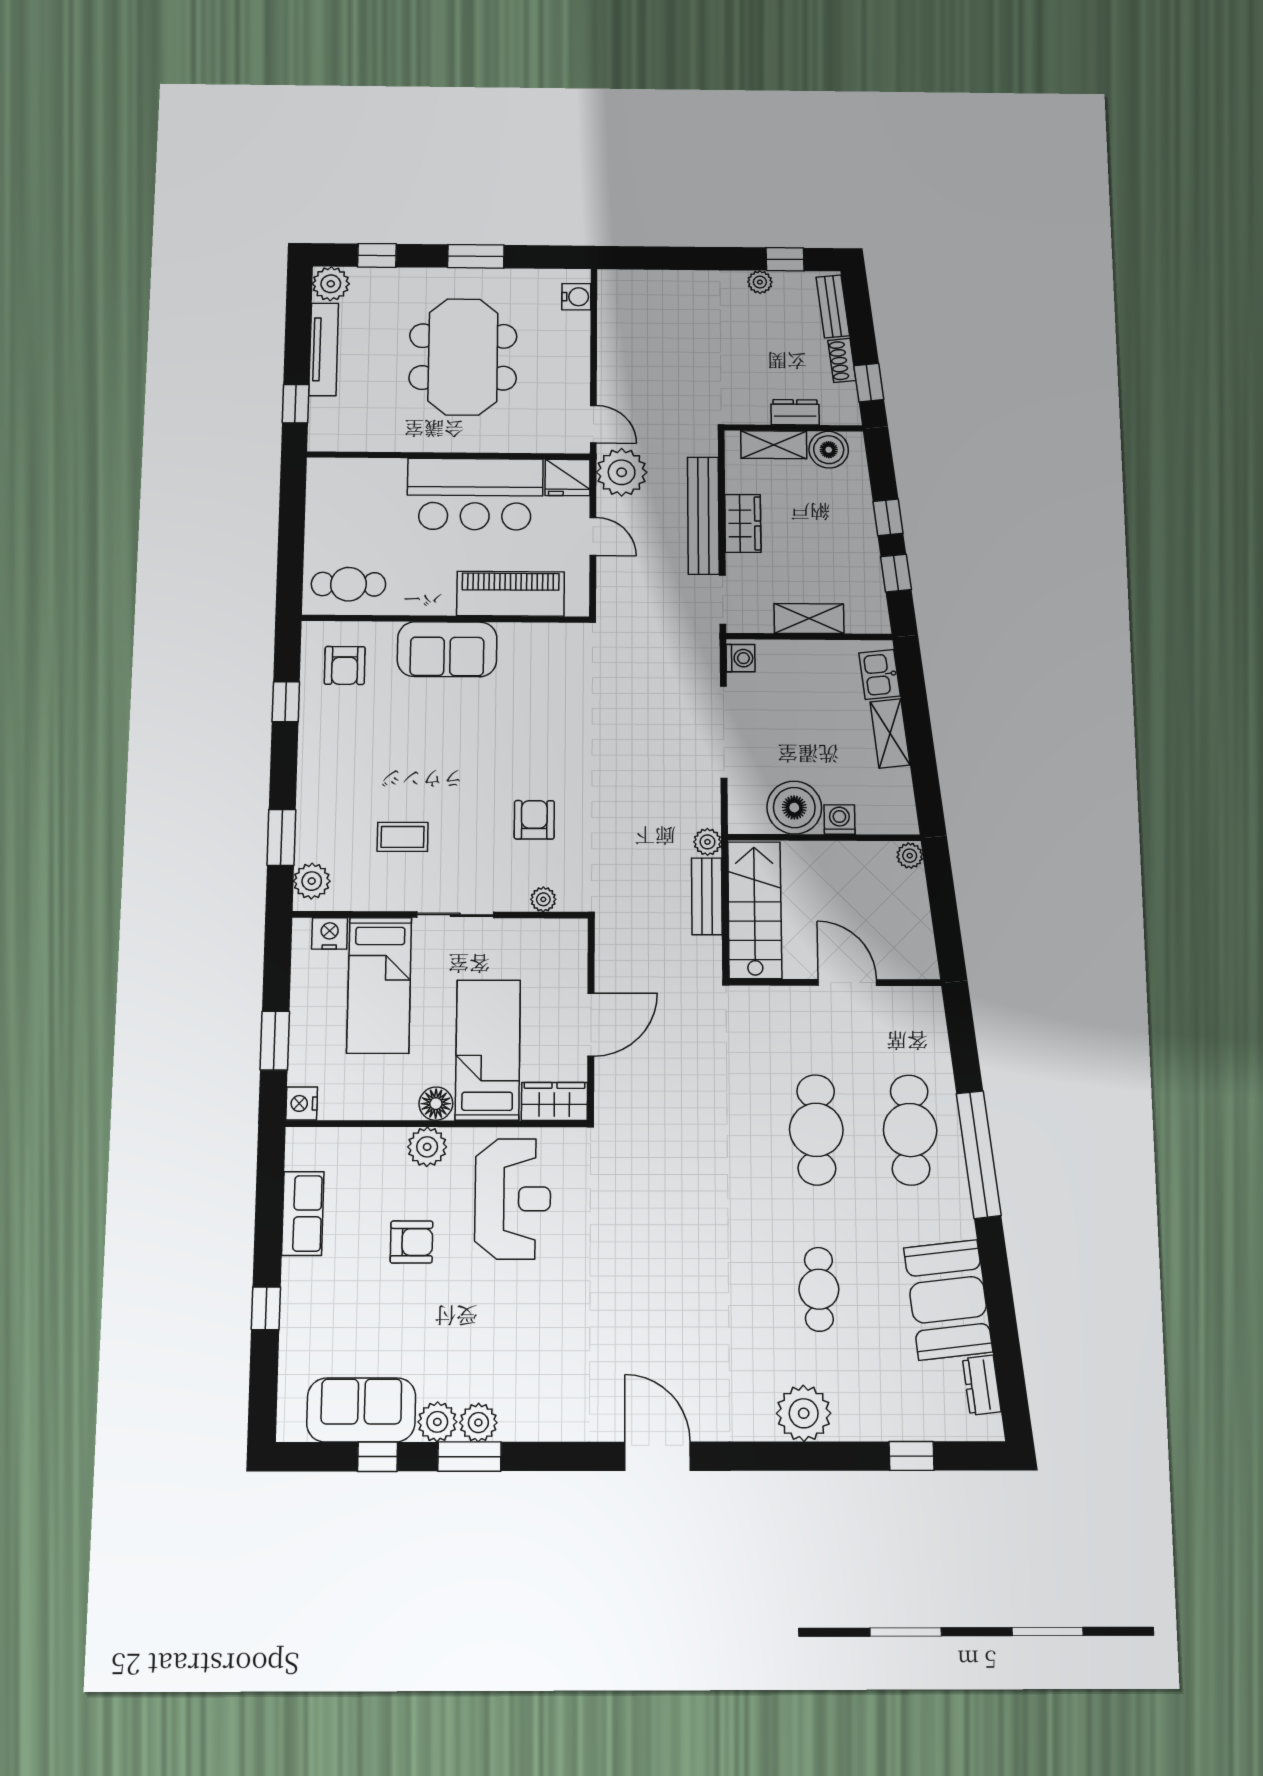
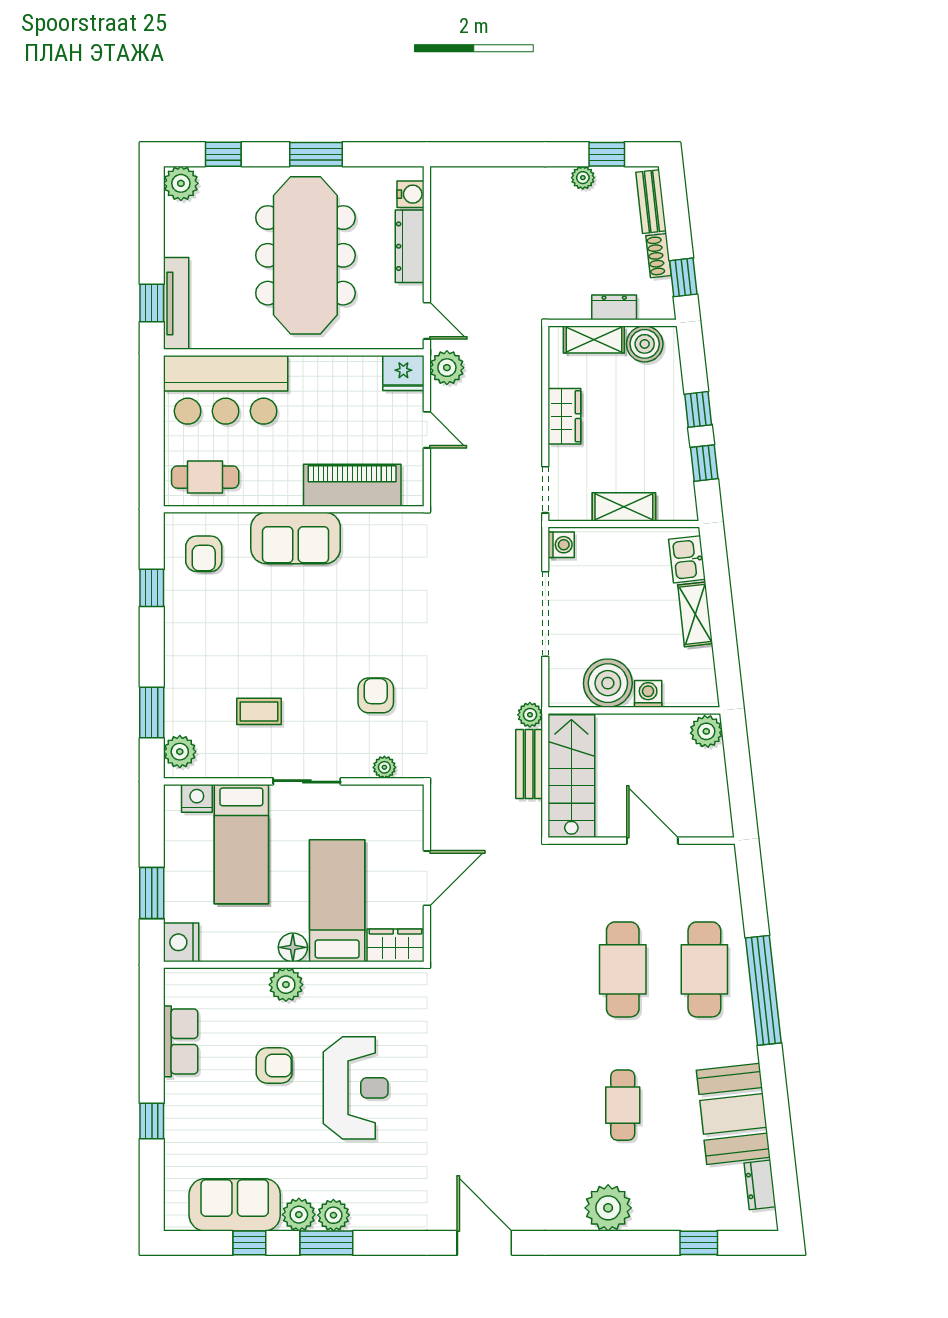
tv unit: (324, 349) -> (176, 303), moved
dresser: (575, 349) -> (410, 246), added
meeting table: (463, 357) -> (305, 255), width x1.36
plant: (622, 472) -> (447, 368), width x0.73, depth x0.73
bar counter: (475, 494) -> (226, 390), moved
bench: (703, 516) -> (528, 409), removed
plant: (910, 856) -> (706, 731), width x1.38, depth x1.38
nightstand: (302, 1103) -> (181, 942), width x1.36, depth x1.33
reception desk: (513, 1199) -> (356, 1088), moved

